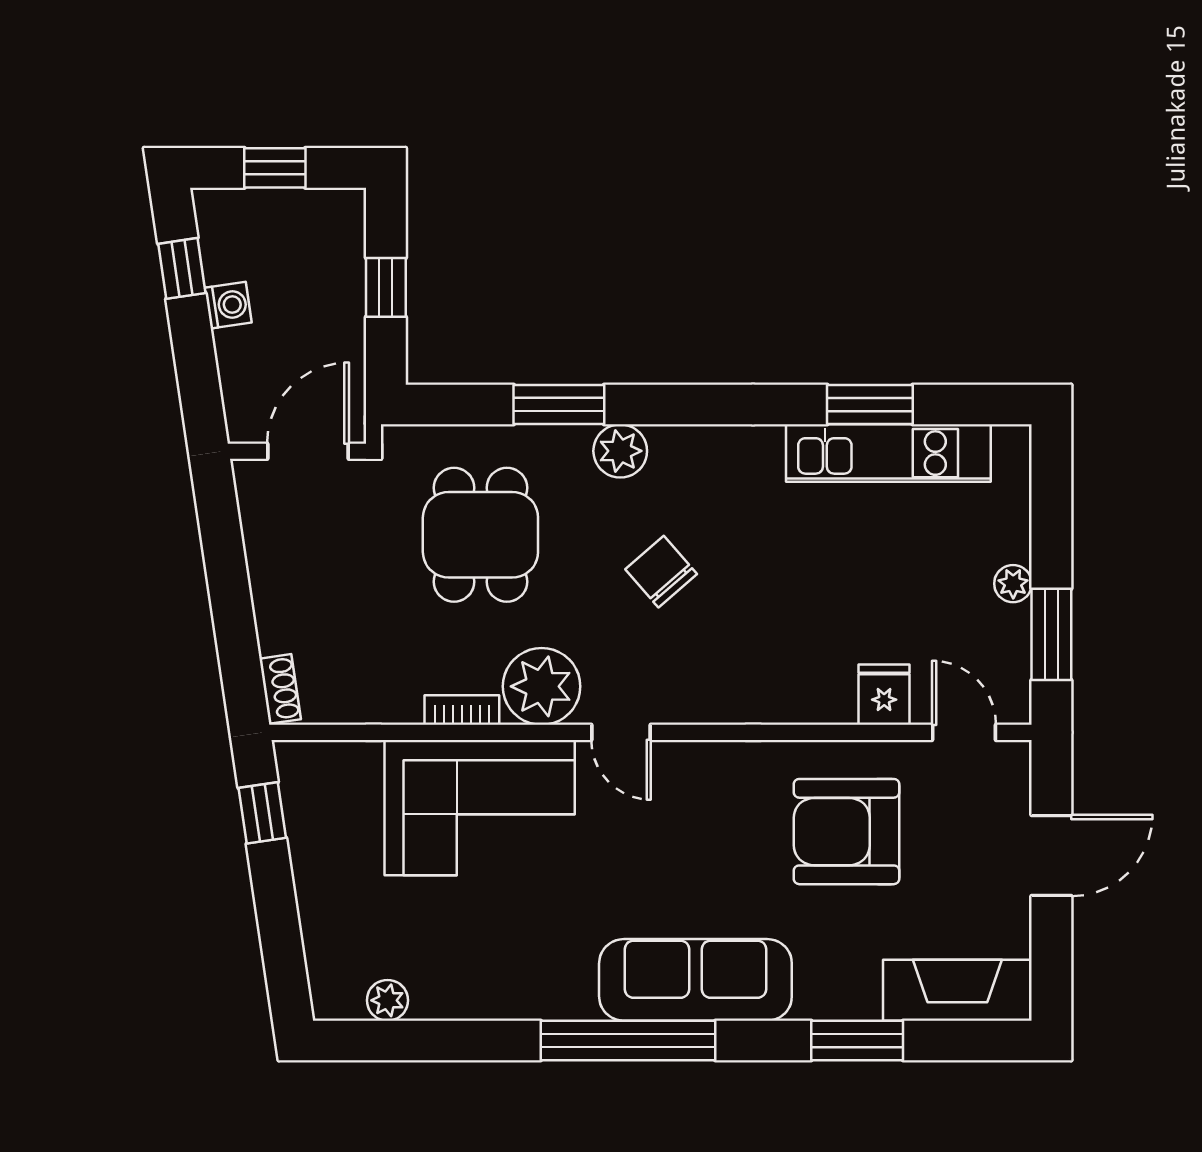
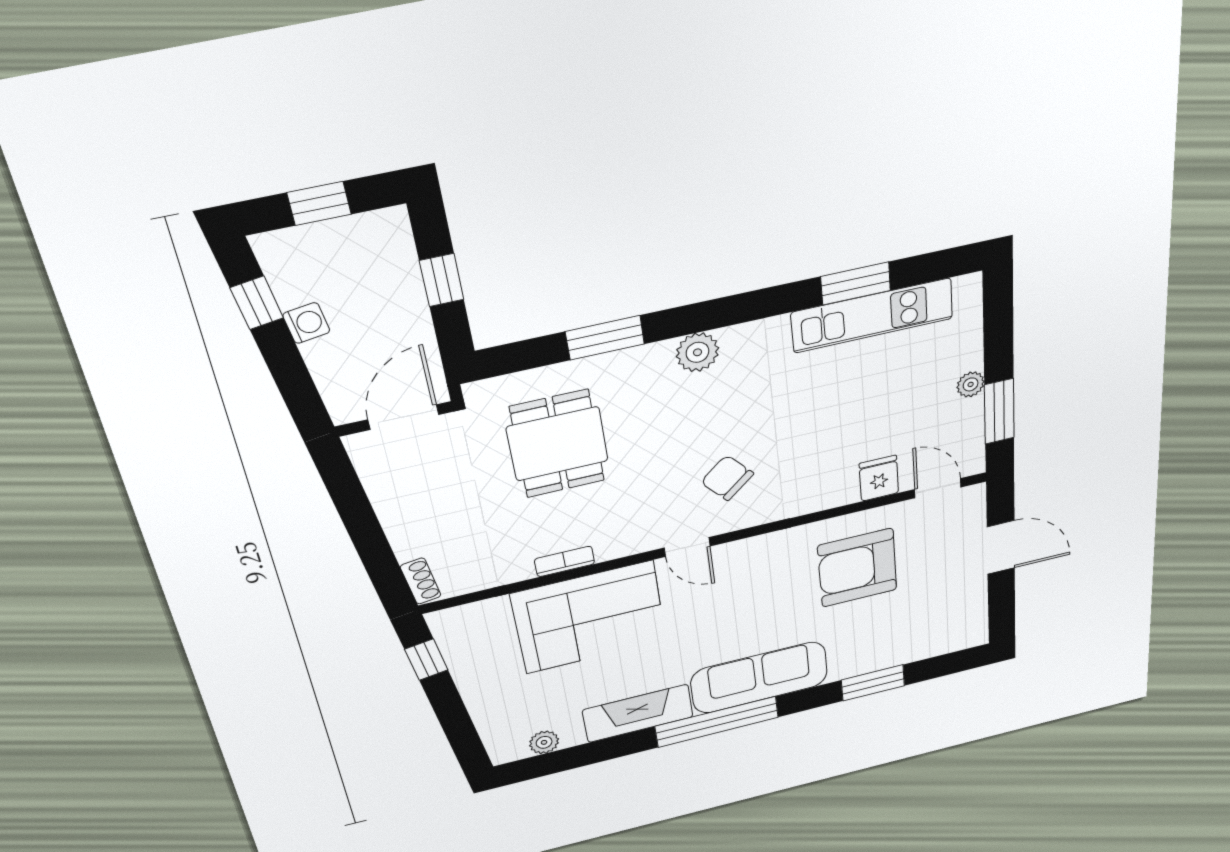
plant: (620, 451) -> (697, 352), moved
chair: (661, 572) -> (727, 478), moved
plant: (542, 686) -> (623, 532), removed
door: (1051, 856) -> (1001, 547), hinge flipped
fireplace: (957, 990) -> (638, 713), moved

